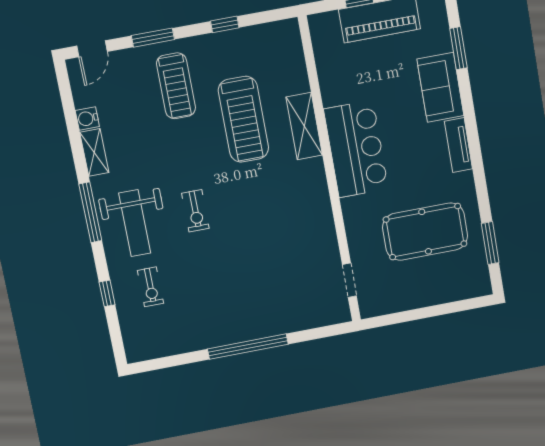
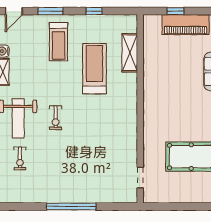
treadmill: (243, 119) -> (94, 69), turned 180
shelving: (304, 126) -> (130, 53), moved
bar counter: (356, 149) -> (158, 99), removed

